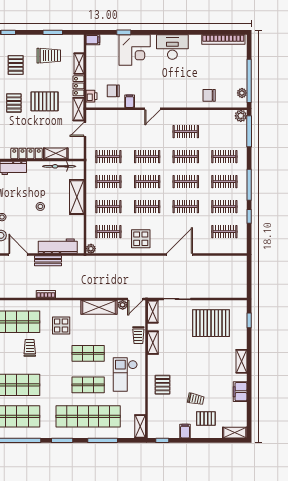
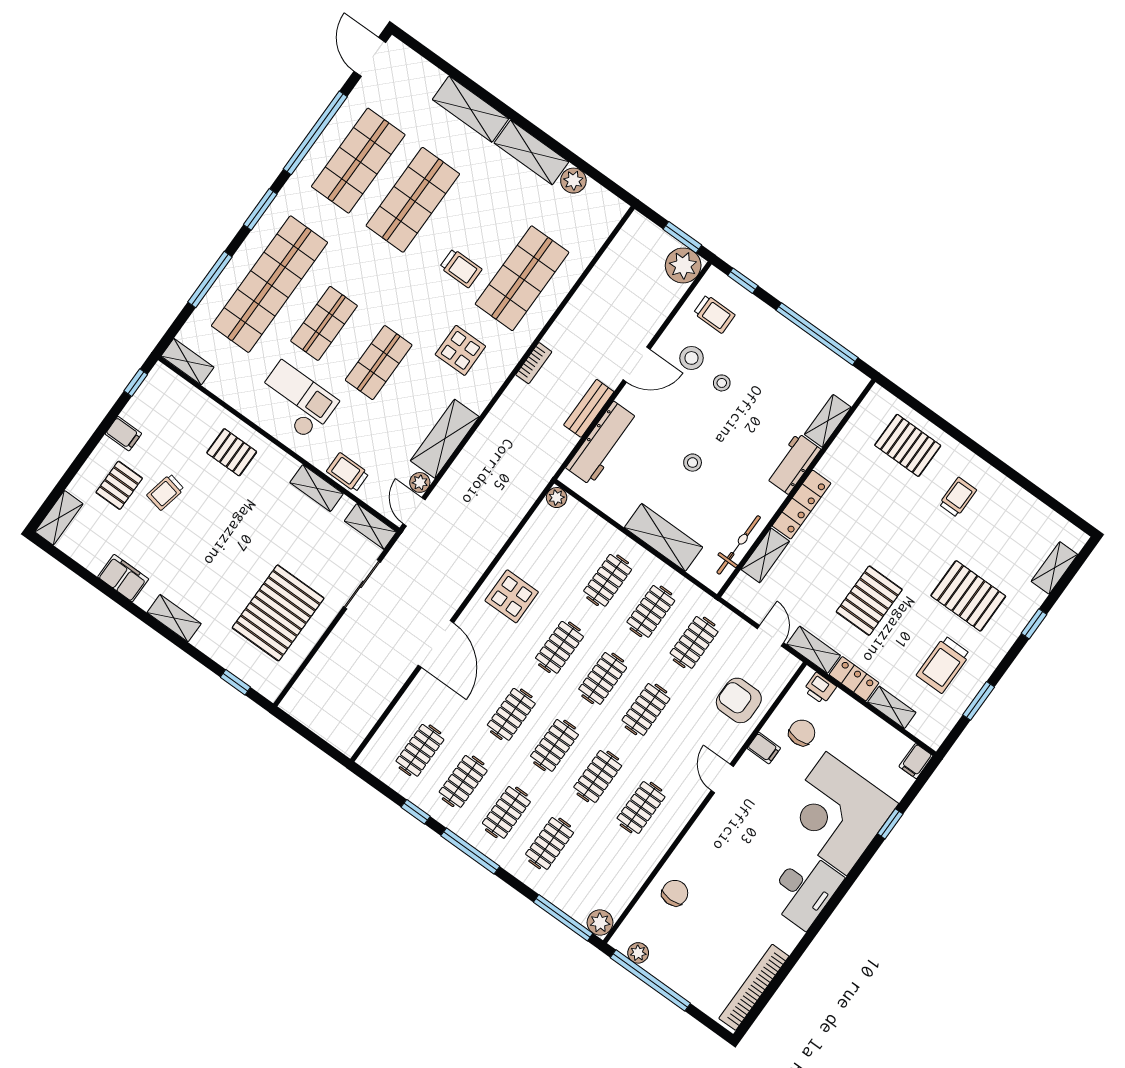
corner desk: (135, 50) -> (836, 814), width x1.36, depth x1.36
pallet: (16, 65) -> (968, 596), width x1.50, depth x1.42
pallet: (14, 103) -> (905, 546), removed
armchair: (118, 124) -> (739, 700), added
clothes rail: (108, 232) -> (564, 549), removed

